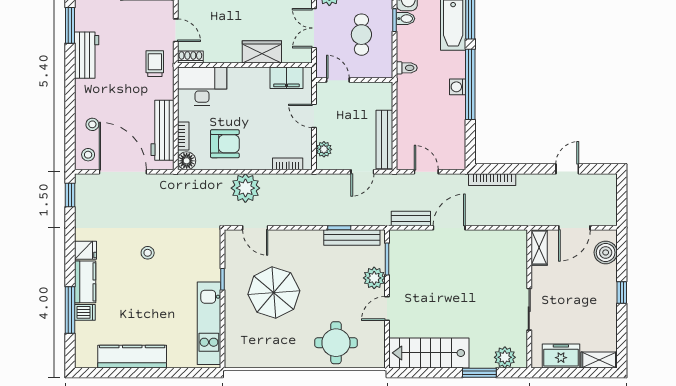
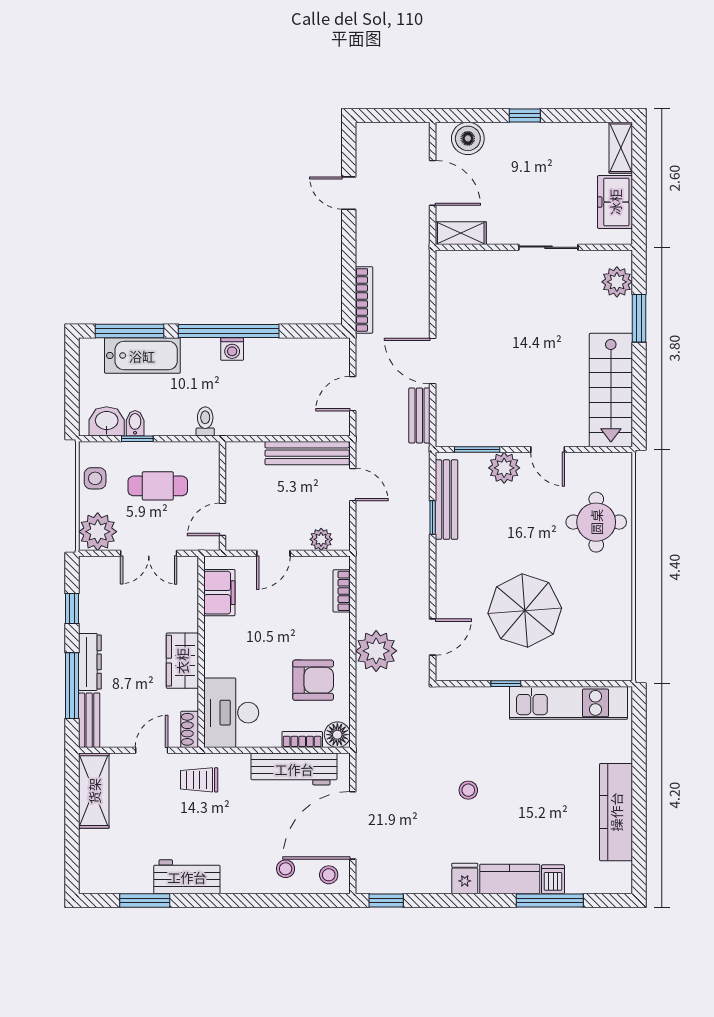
wardrobe: (262, 52) -> (182, 661), moved
armchair: (225, 144) -> (313, 680), turned 90

